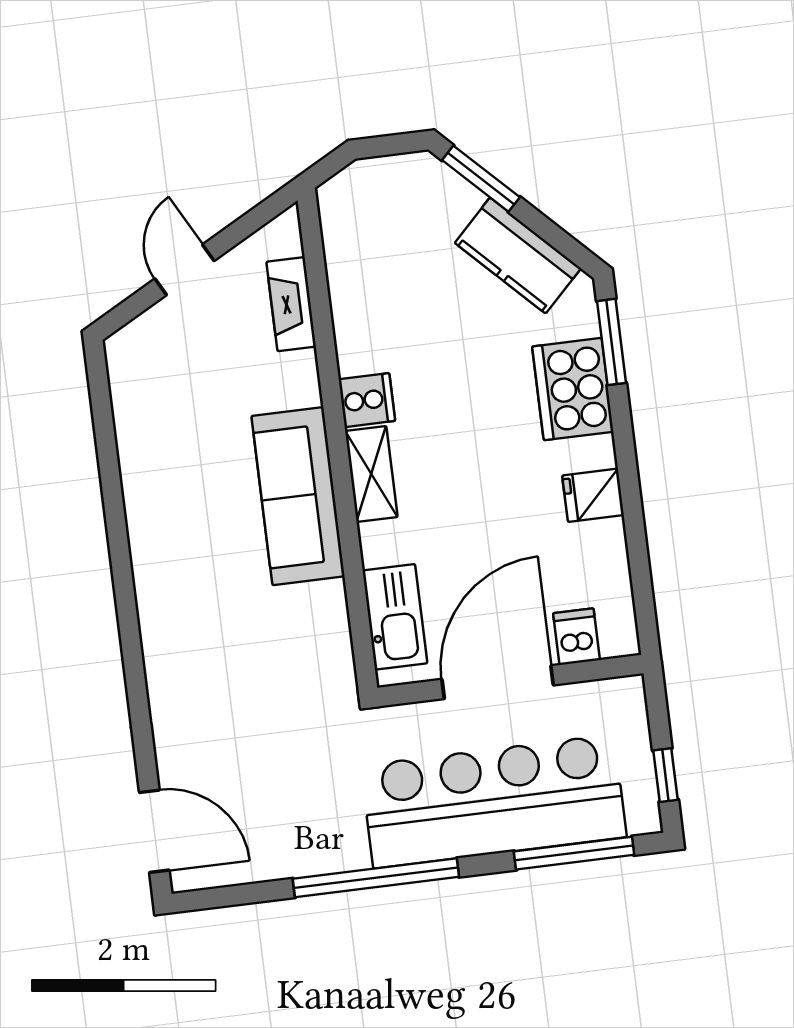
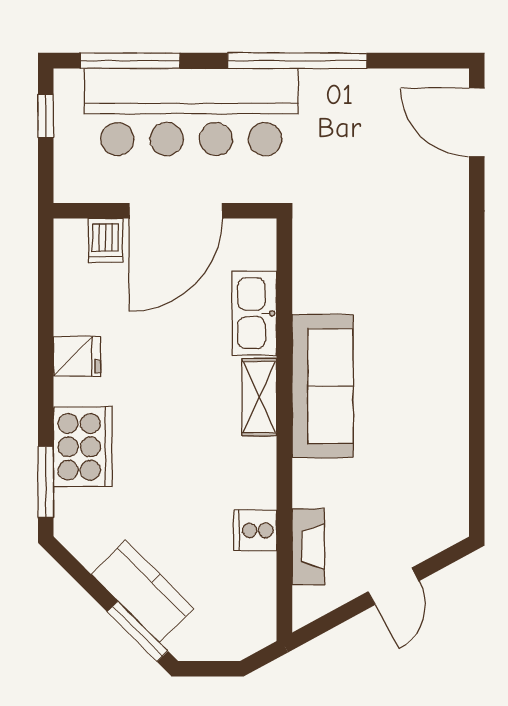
kitchen counter: (518, 256) -> (142, 591), moved
cooker: (367, 400) -> (255, 530), moved
kitchen sink: (395, 617) -> (254, 313), moved

